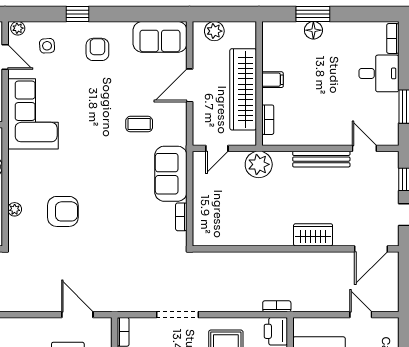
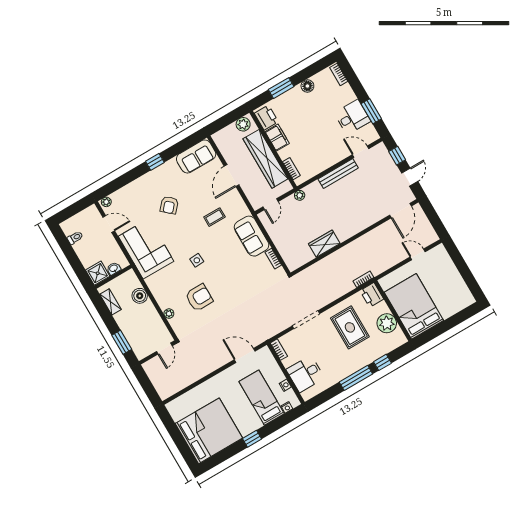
window: (78, 14) -> (155, 162), moved
floor lamp: (313, 30) -> (307, 86), moved
plant: (214, 31) -> (243, 124), moved
printer: (273, 39) -> (266, 118), added
side table: (47, 46) -> (197, 260), moved
armchair: (97, 49) -> (169, 205), moved, turned -138
desk: (379, 73) -> (352, 117), moved
filing cabinet: (273, 80) -> (277, 138), width x2.00
plant: (259, 164) -> (300, 195), width x0.53, depth x0.53
wardrobe: (313, 235) -> (324, 244), moved

